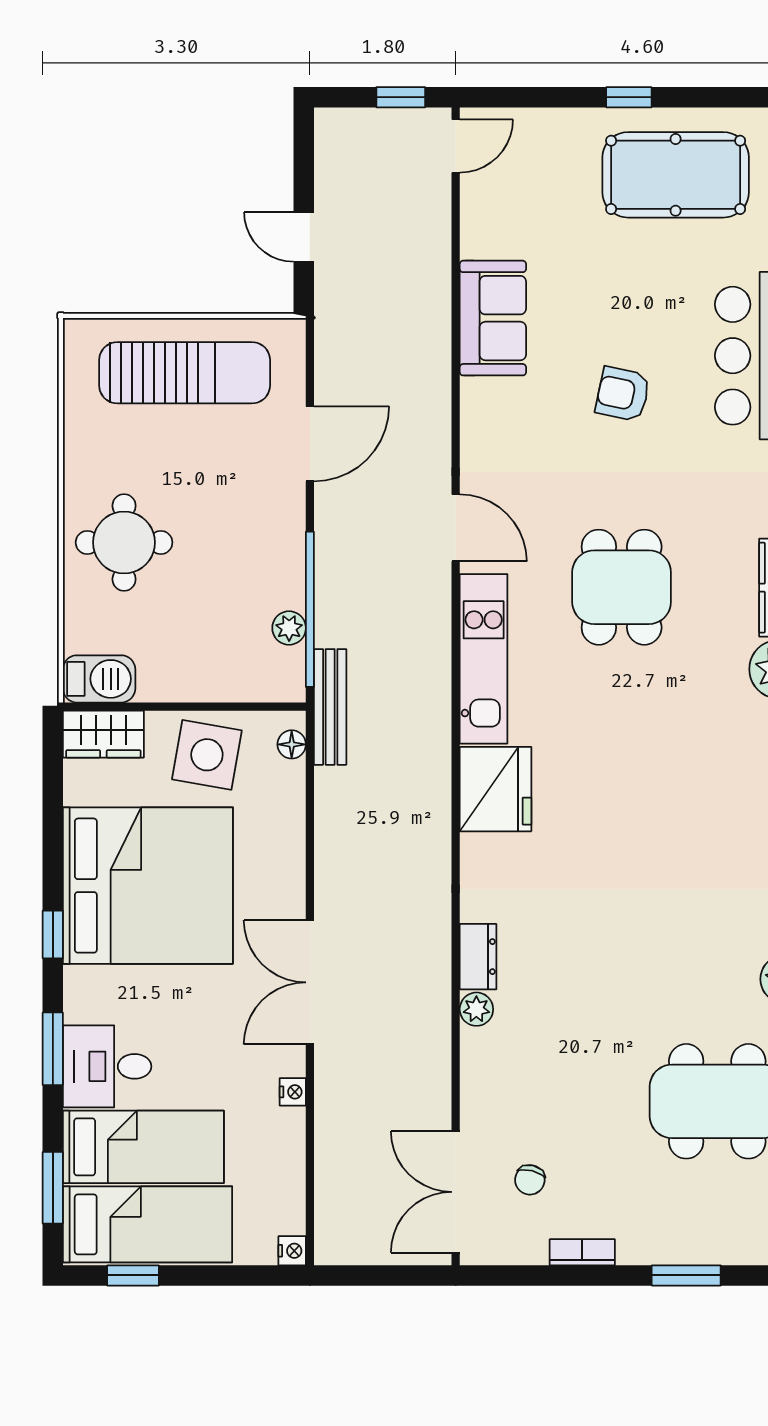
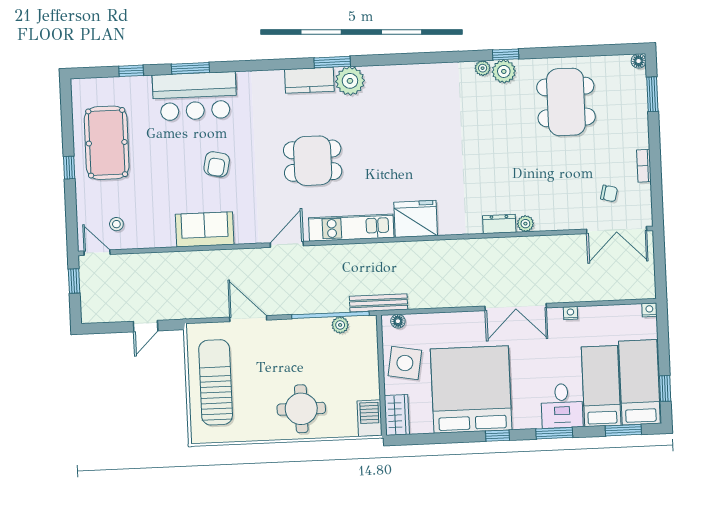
stool: (511, 187) -> (116, 224), added
sofa: (493, 318) -> (205, 229), moved
window: (686, 1275) -> (652, 94), moved

